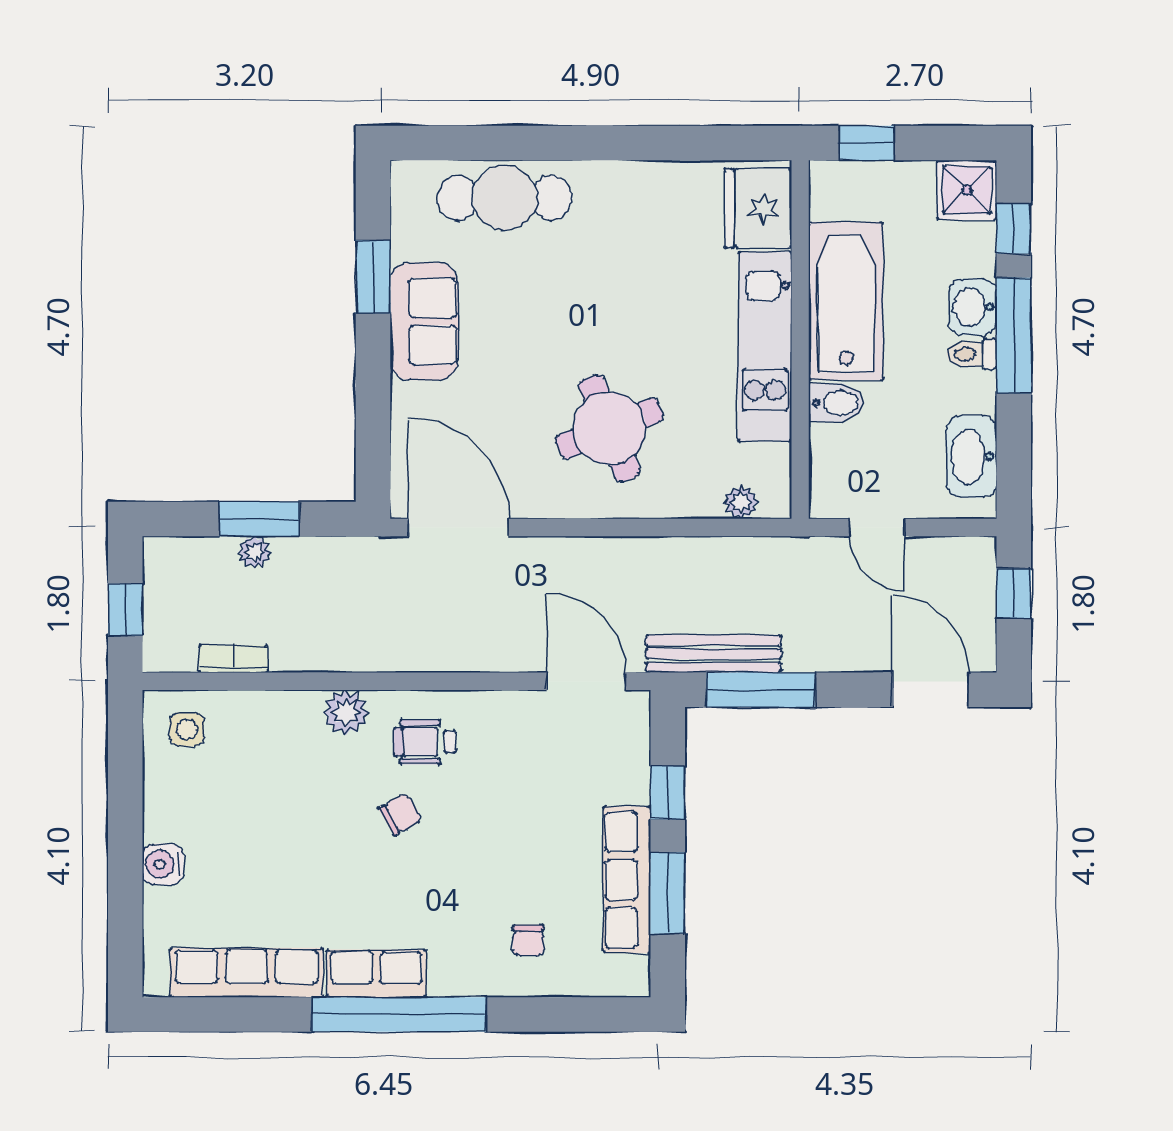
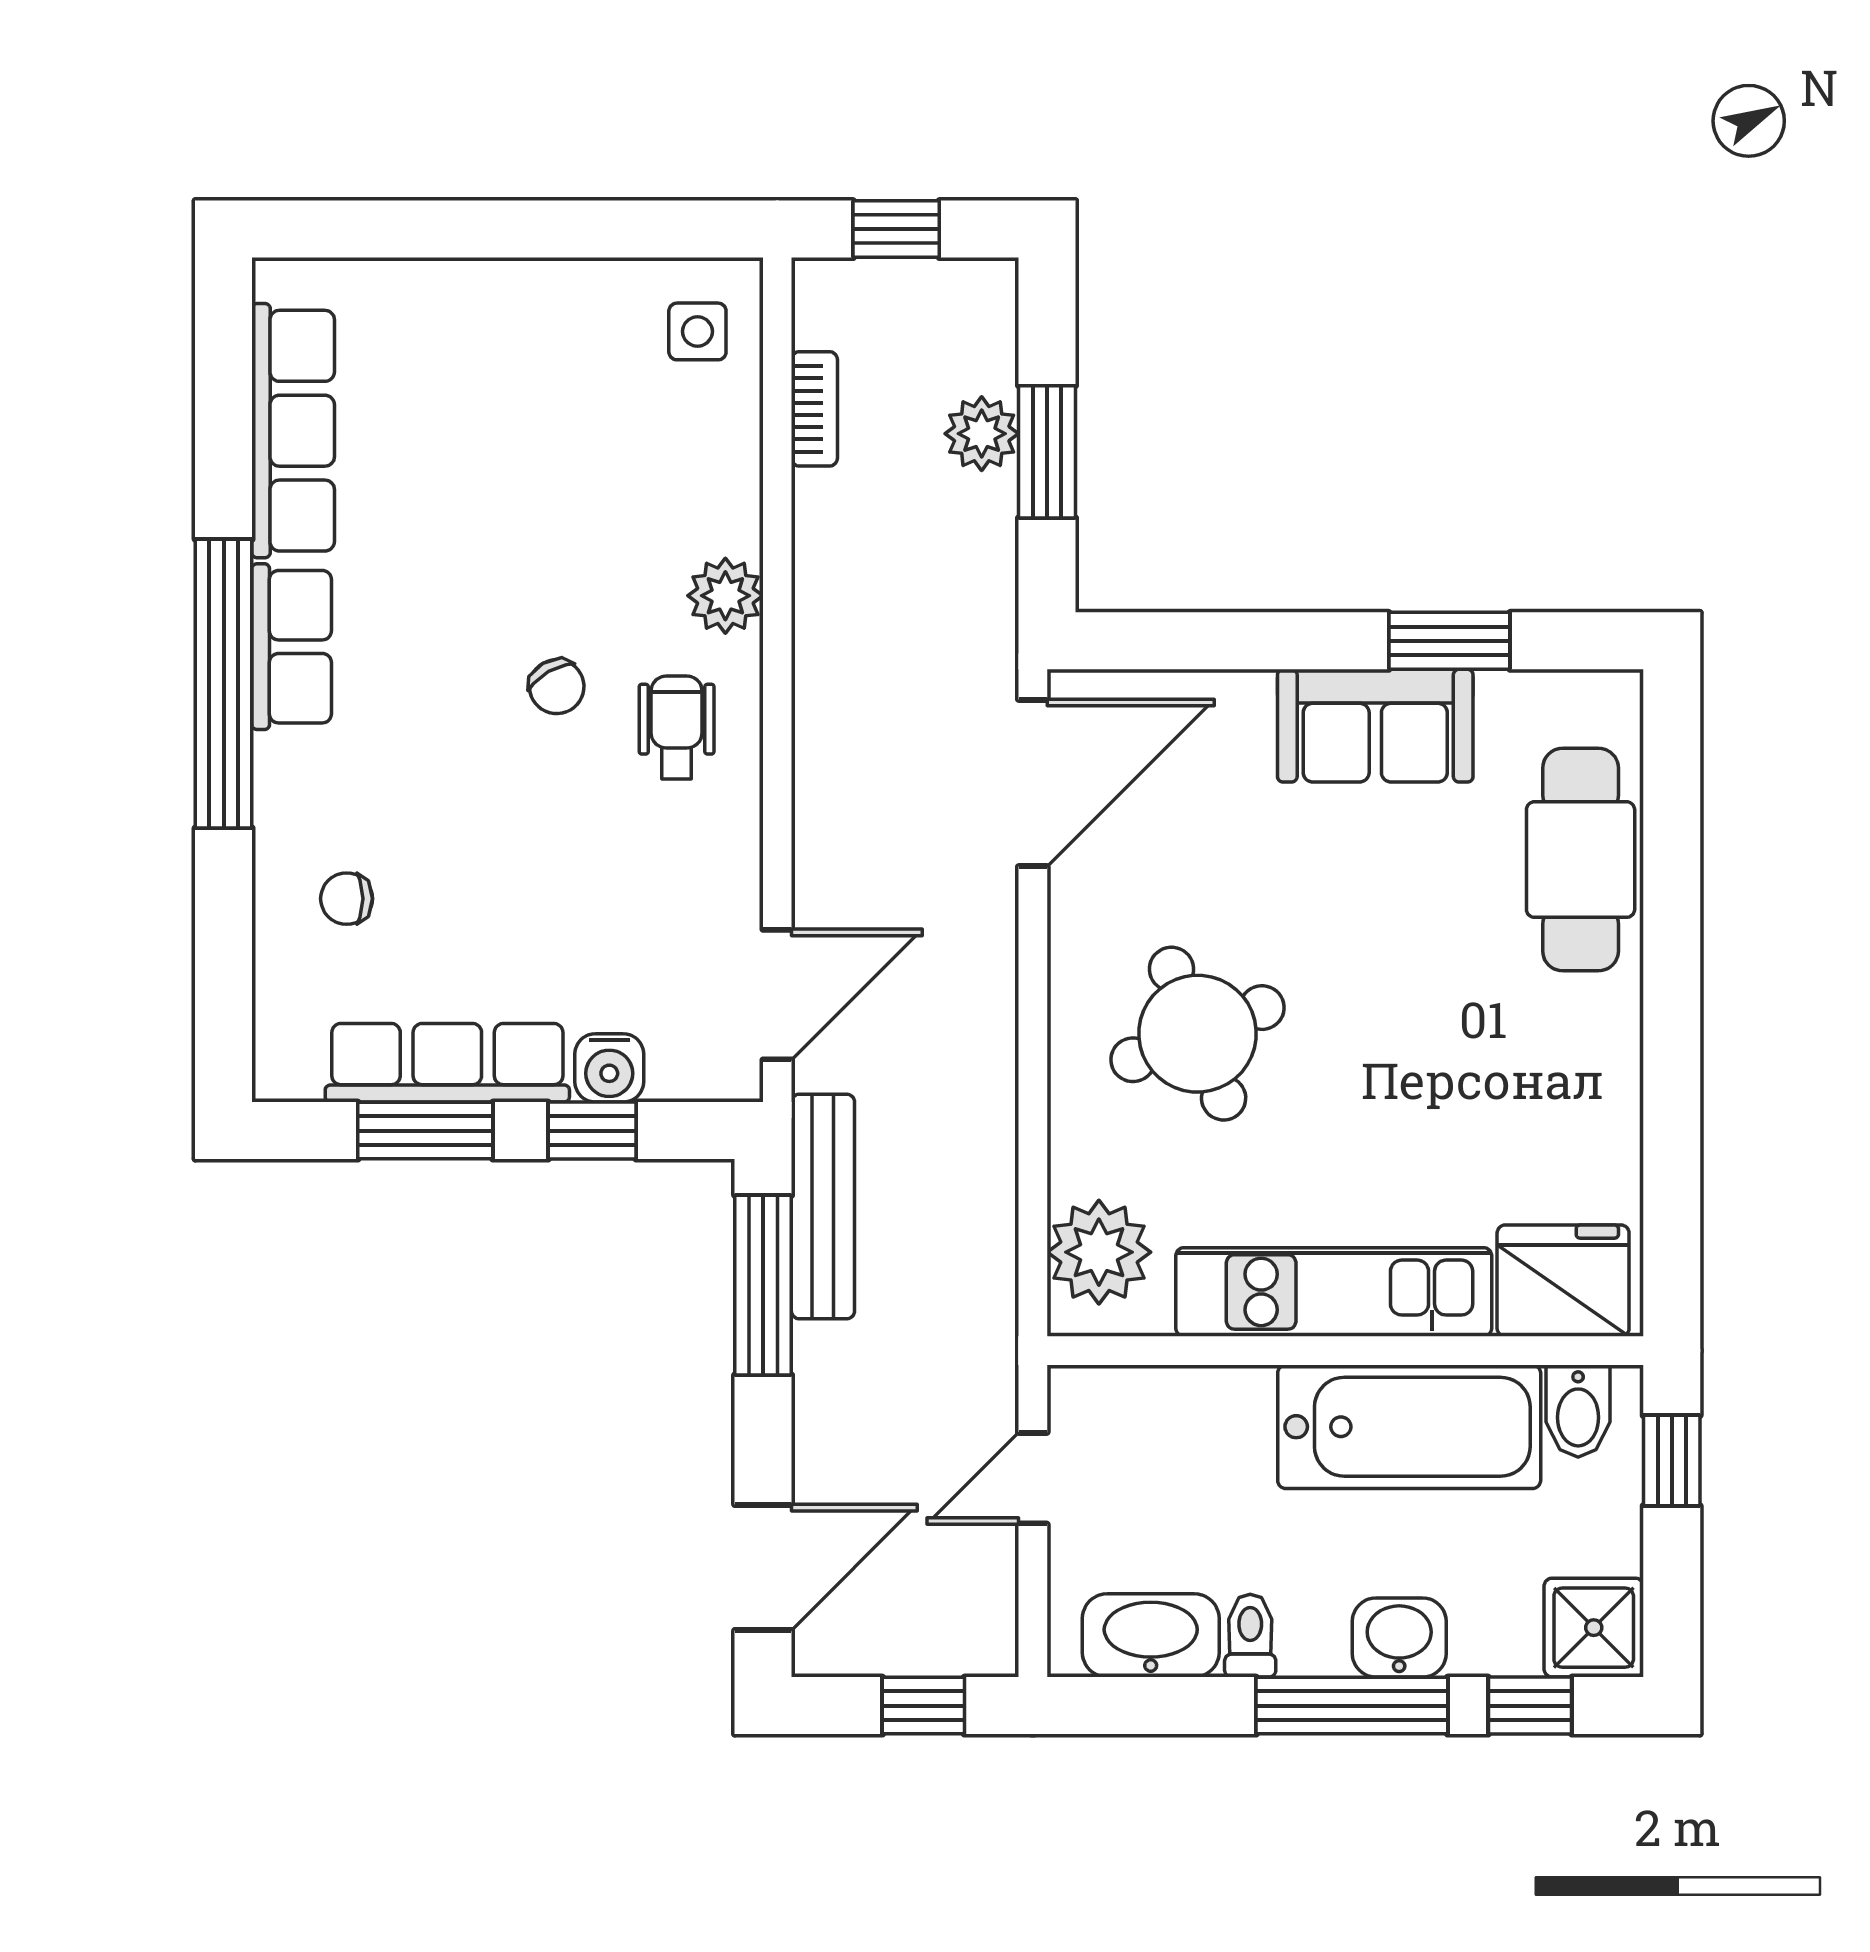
toilet: (972, 354) -> (1250, 1636), moved
bidet: (836, 403) -> (1578, 1411), moved
plant: (741, 502) -> (1099, 1252), width x1.87, depth x1.87
plant: (254, 552) -> (982, 434), width x1.38, depth x1.38
water cooler: (163, 864) -> (609, 1068), moved, turned 180

